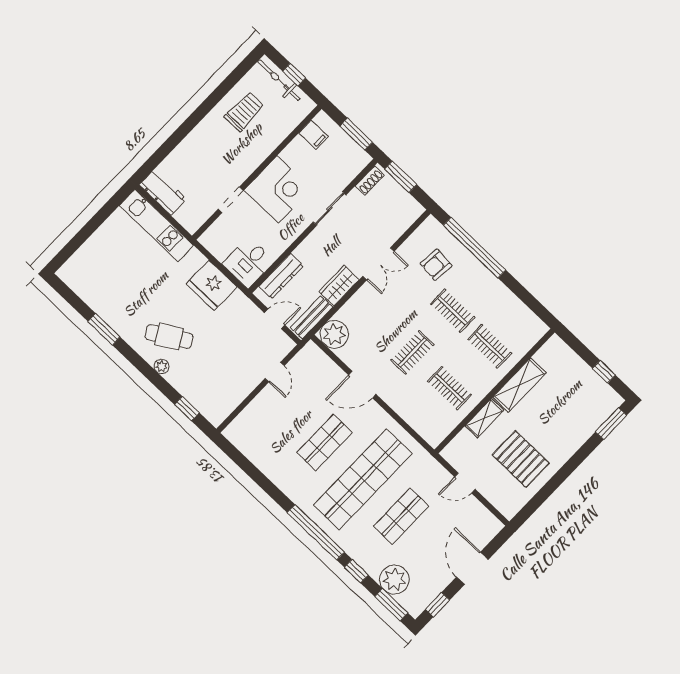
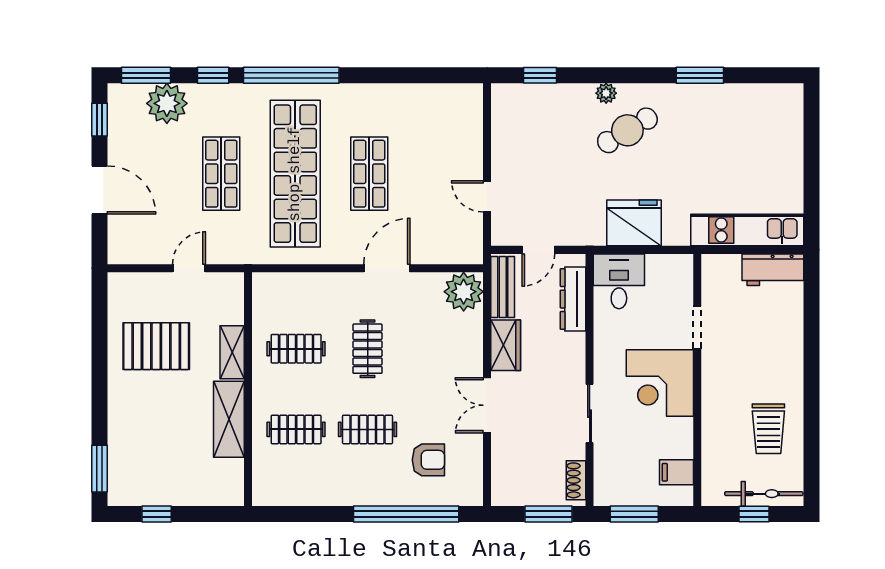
armchair: (436, 265) -> (428, 460), turned 85

